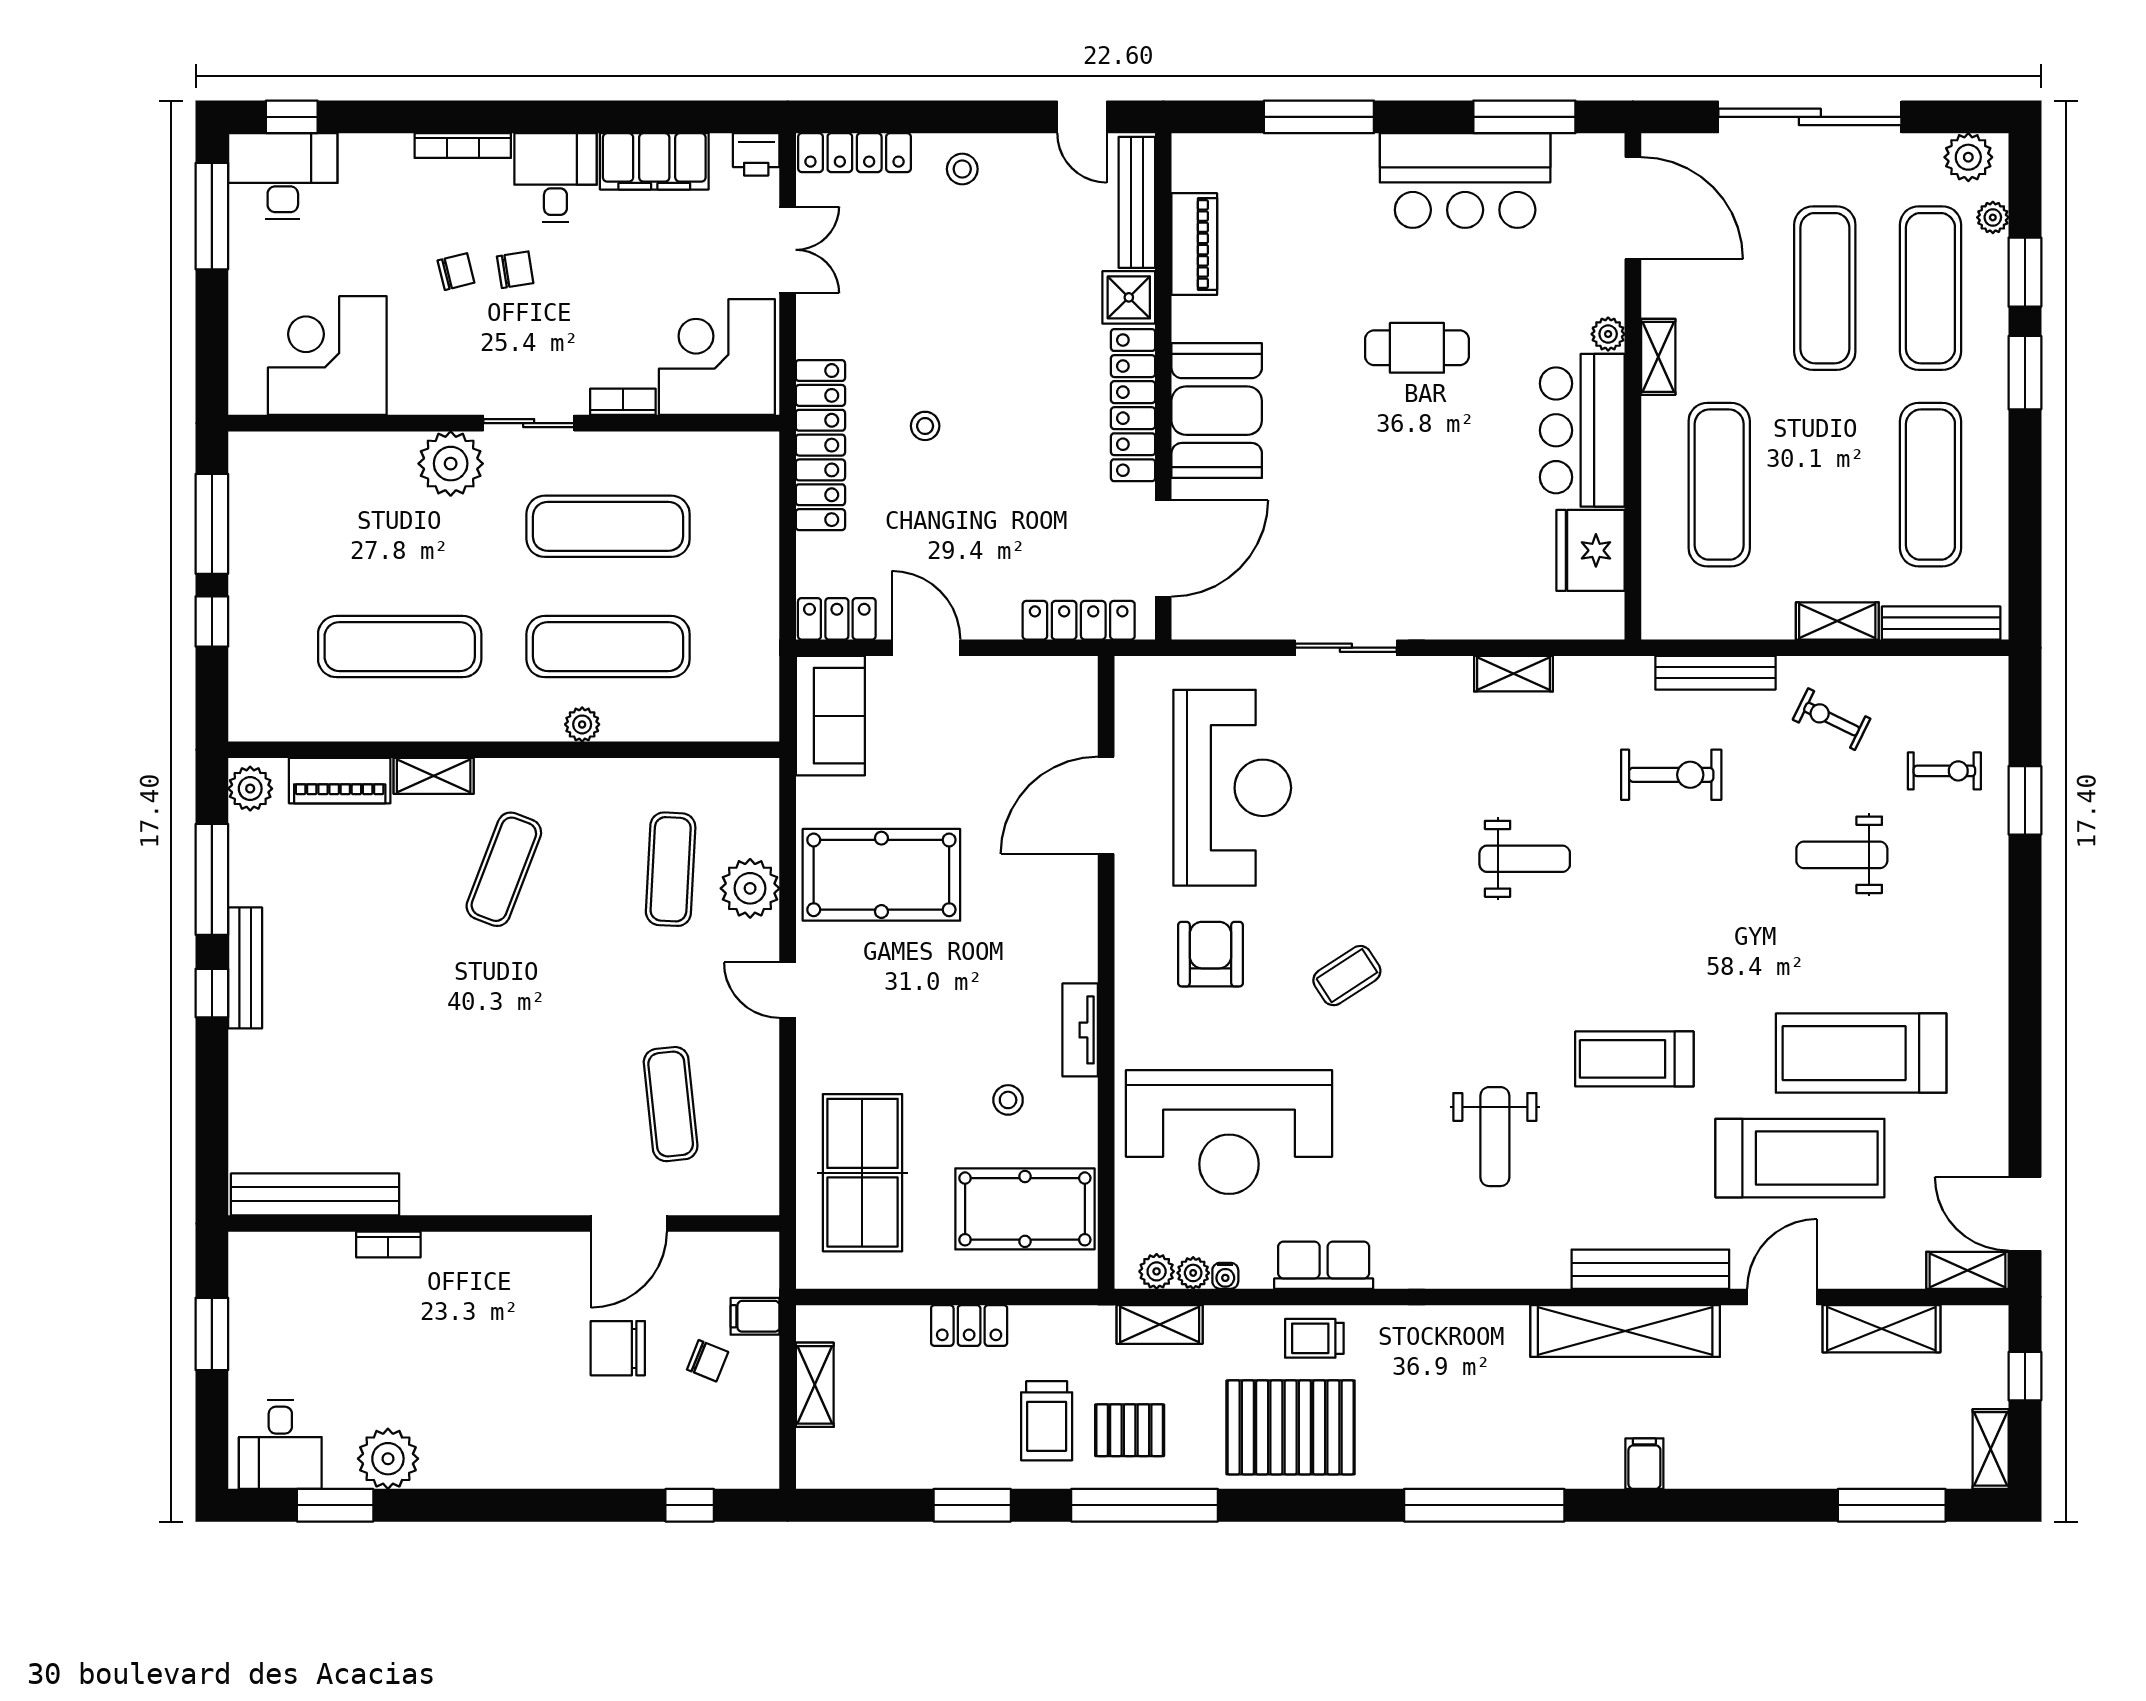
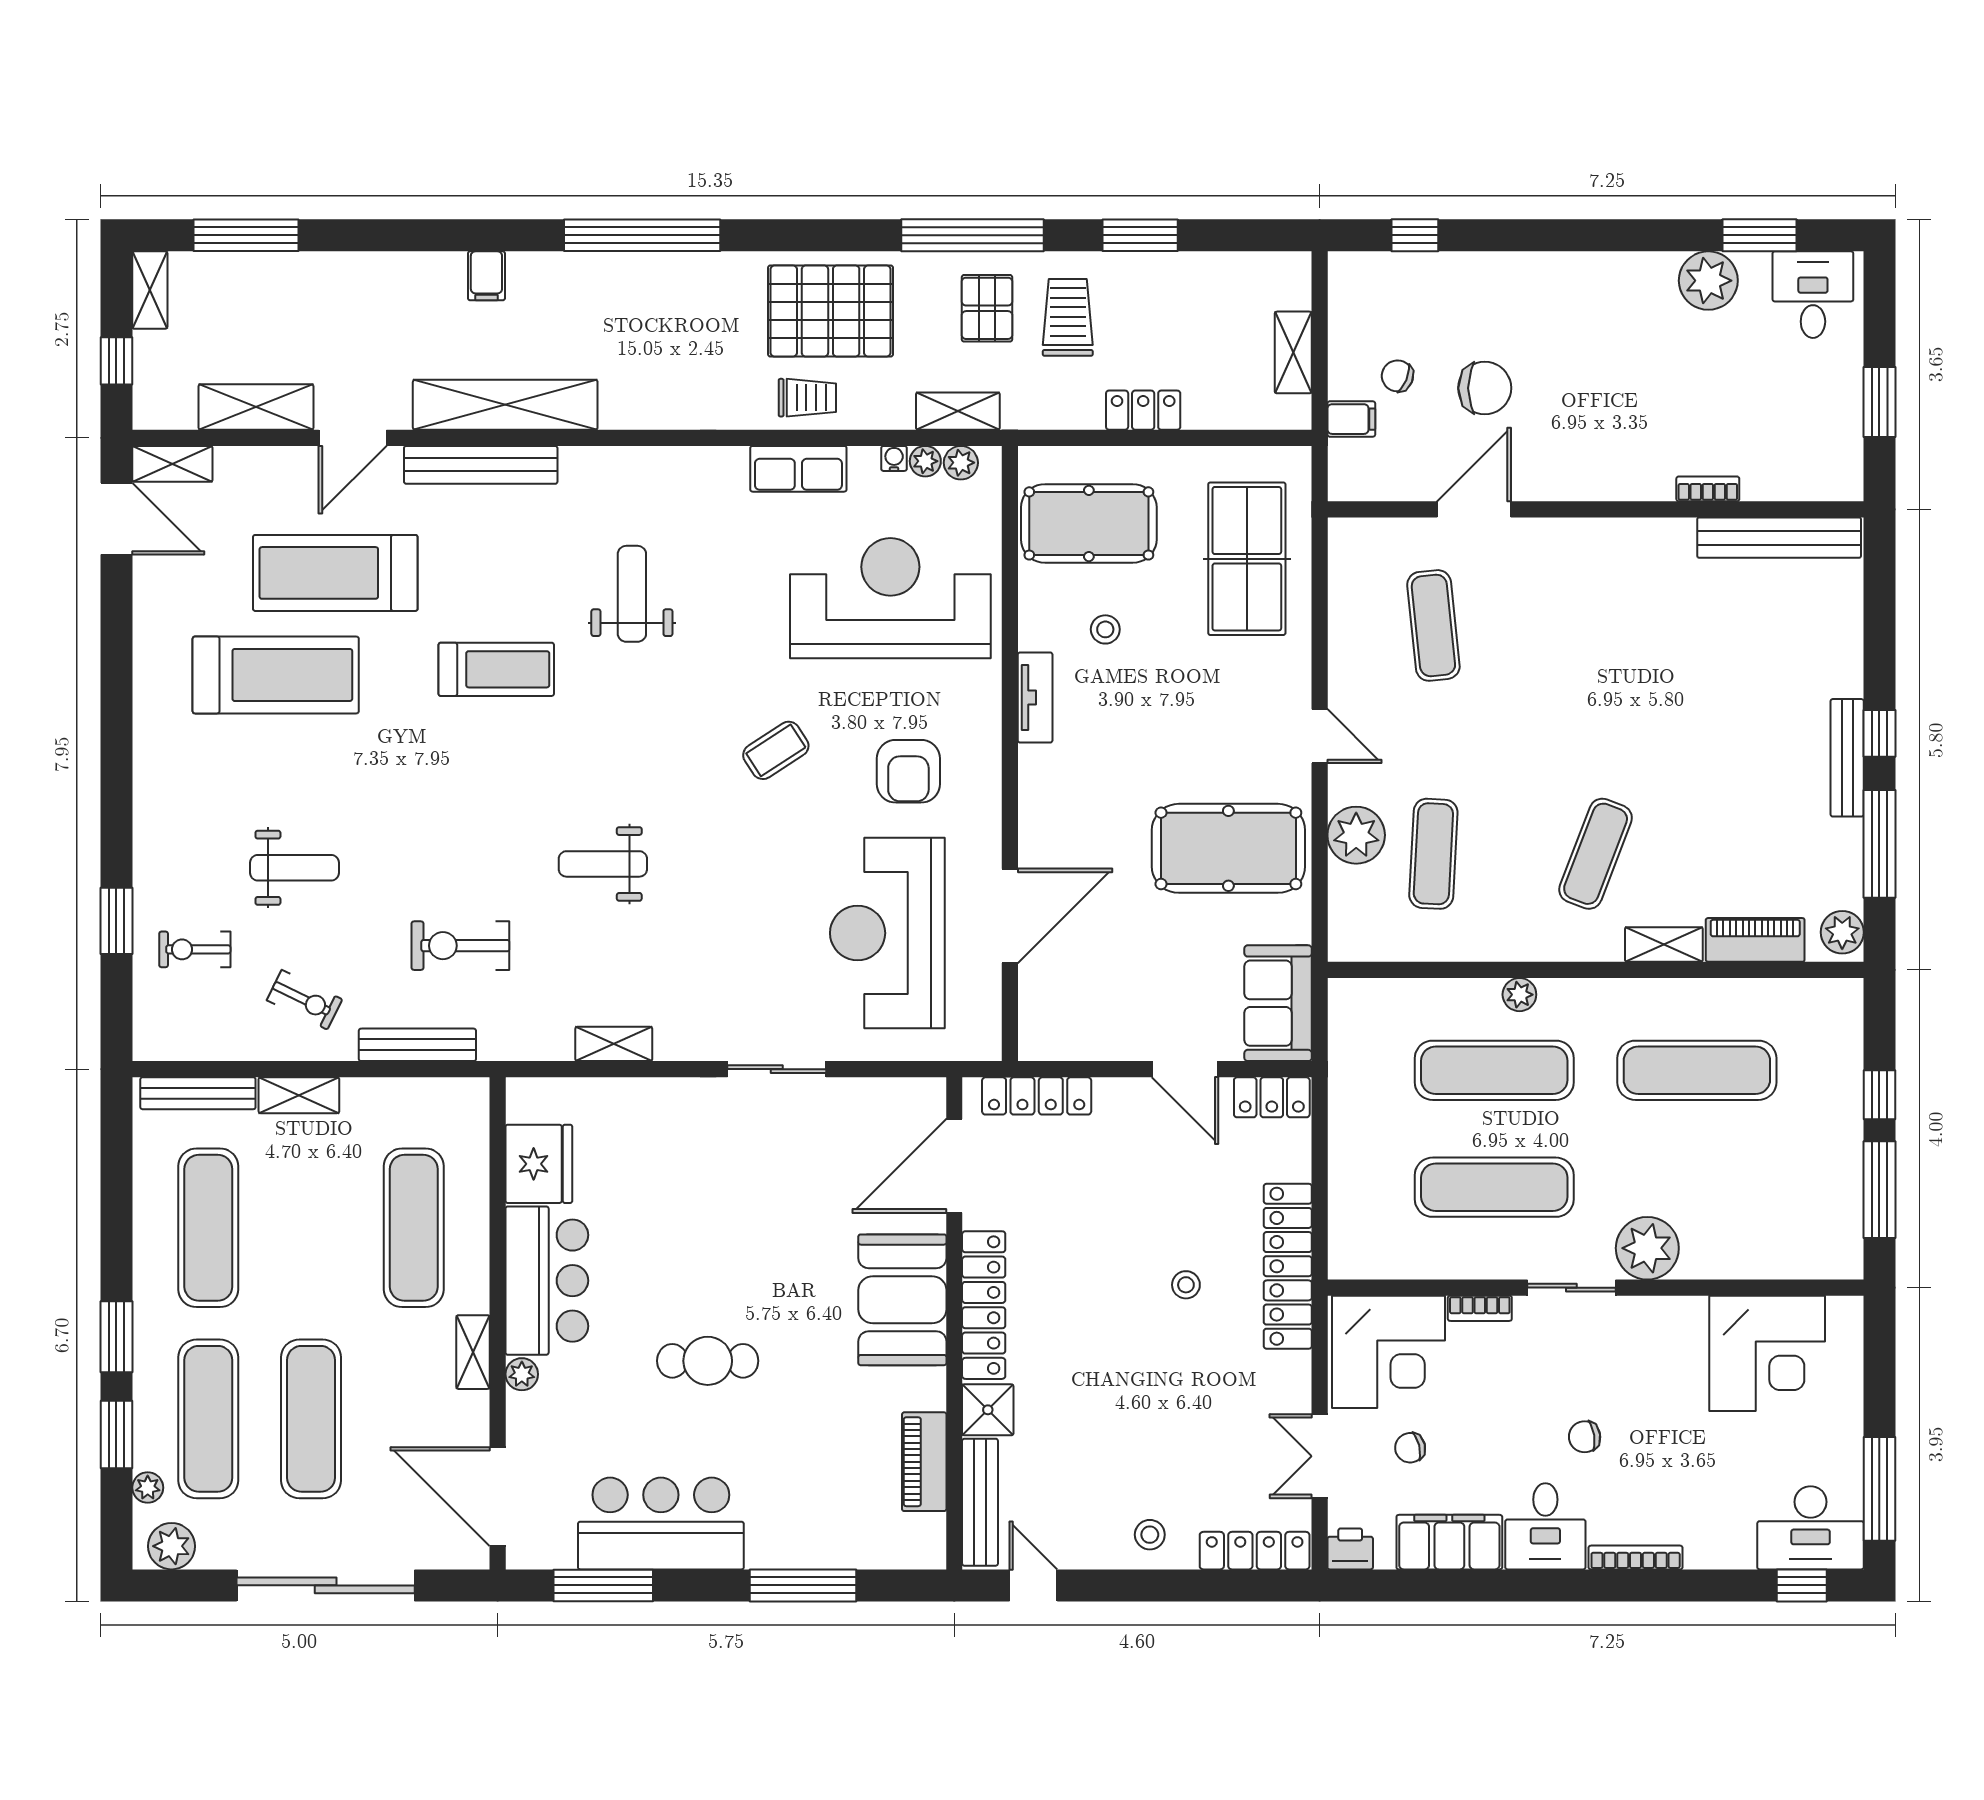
chair: (456, 272) -> (1410, 1448), moved
pallet: (1130, 1430) -> (987, 308), turned 90

